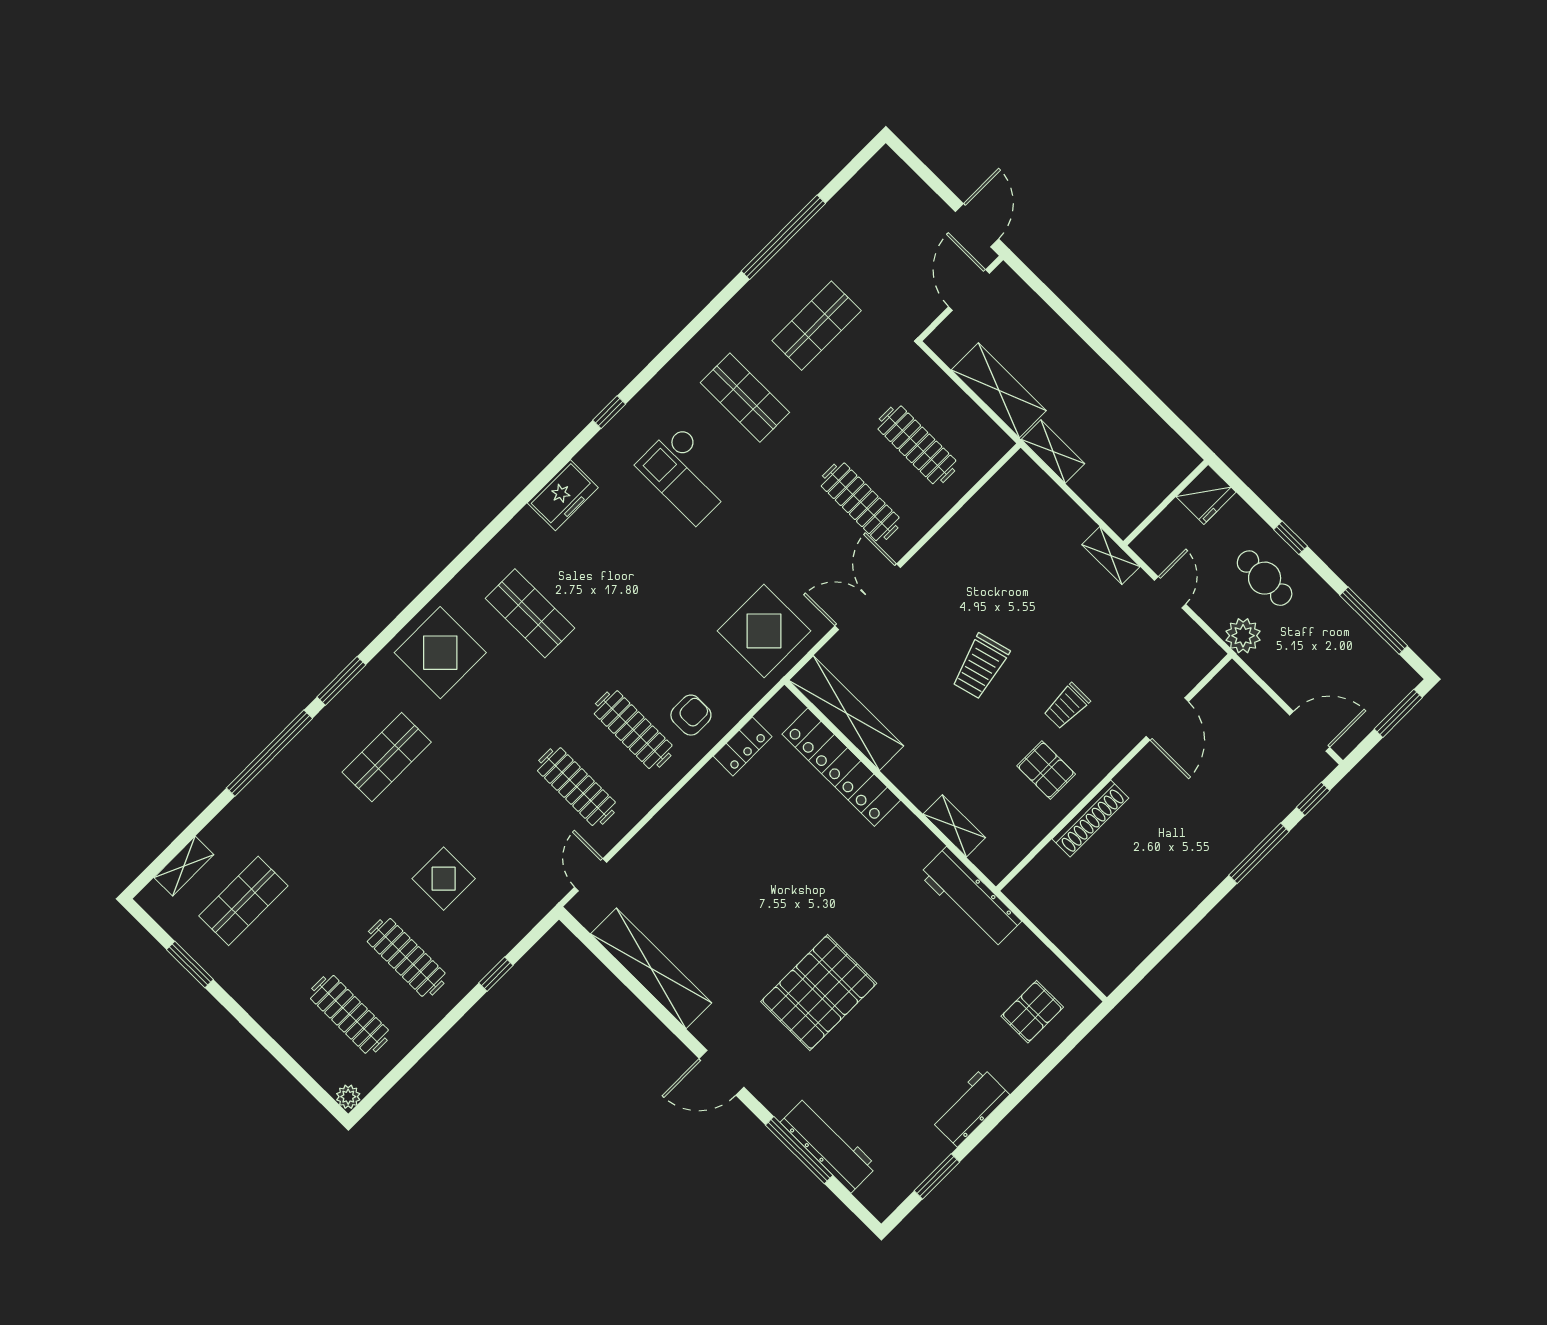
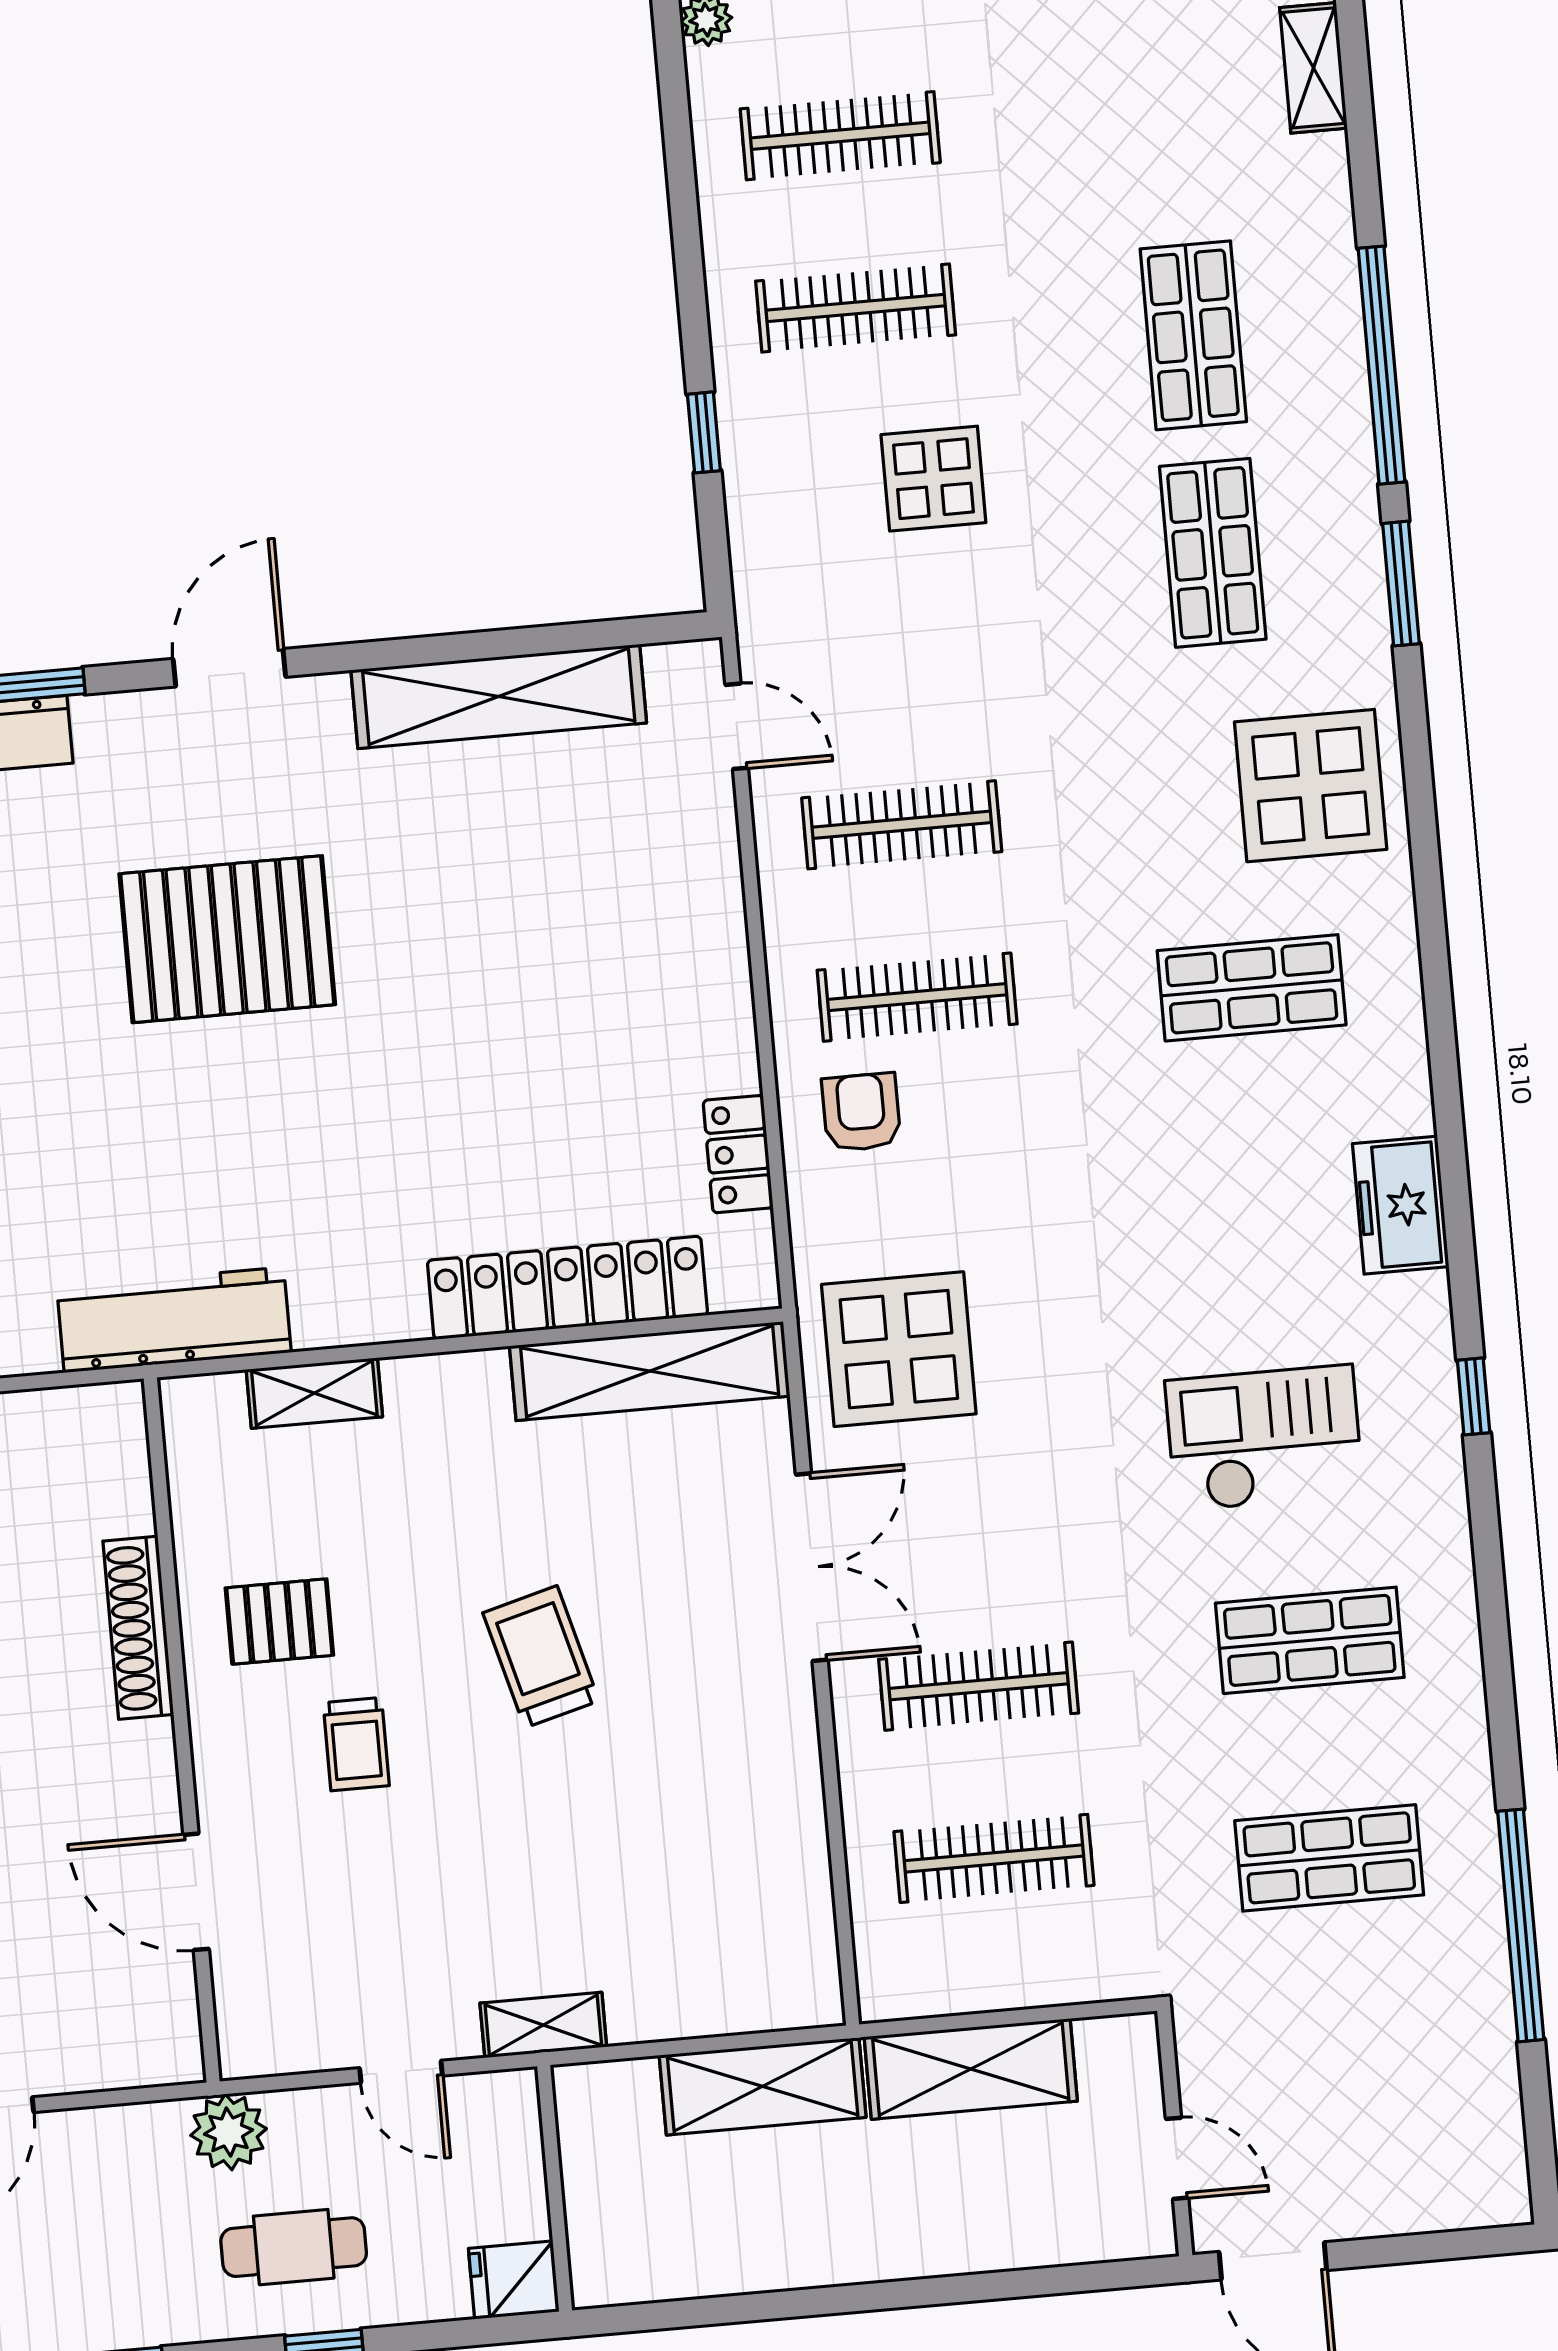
door: (969, 290) -> (1177, 2158), width x0.73
shop shelf: (817, 326) -> (1329, 1858), turned 90
shelving: (1053, 451) -> (763, 2086), width x1.50, depth x1.33
fridge: (1206, 494) -> (514, 2280), width x0.72
trolley: (1067, 706) -> (356, 1744), turned 180
armchair: (691, 715) -> (861, 1112), turned 180
shop shelf: (243, 901) -> (1193, 335), moved
pallet: (819, 993) -> (227, 939), turned 90

